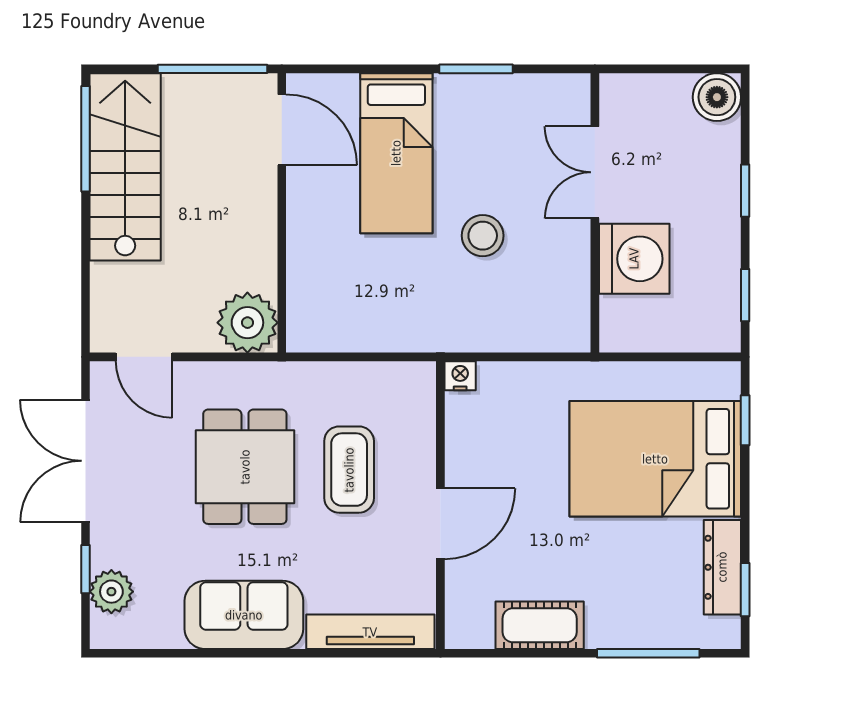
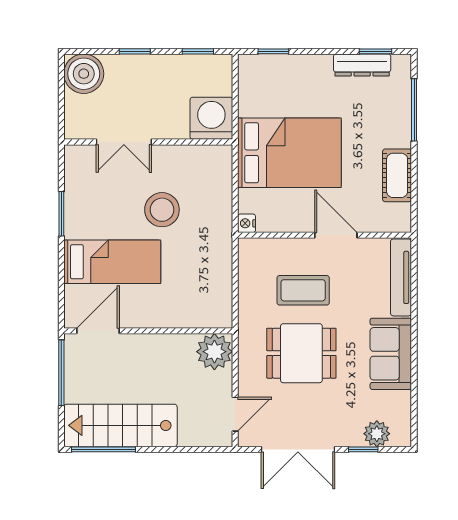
boiler: (717, 97) -> (84, 74), width x1.37, depth x1.37
stool: (483, 236) -> (162, 210), width x1.38, depth x1.38
washing machine: (634, 259) -> (211, 118), moved
bed: (655, 459) -> (289, 153), moved, turned -90

